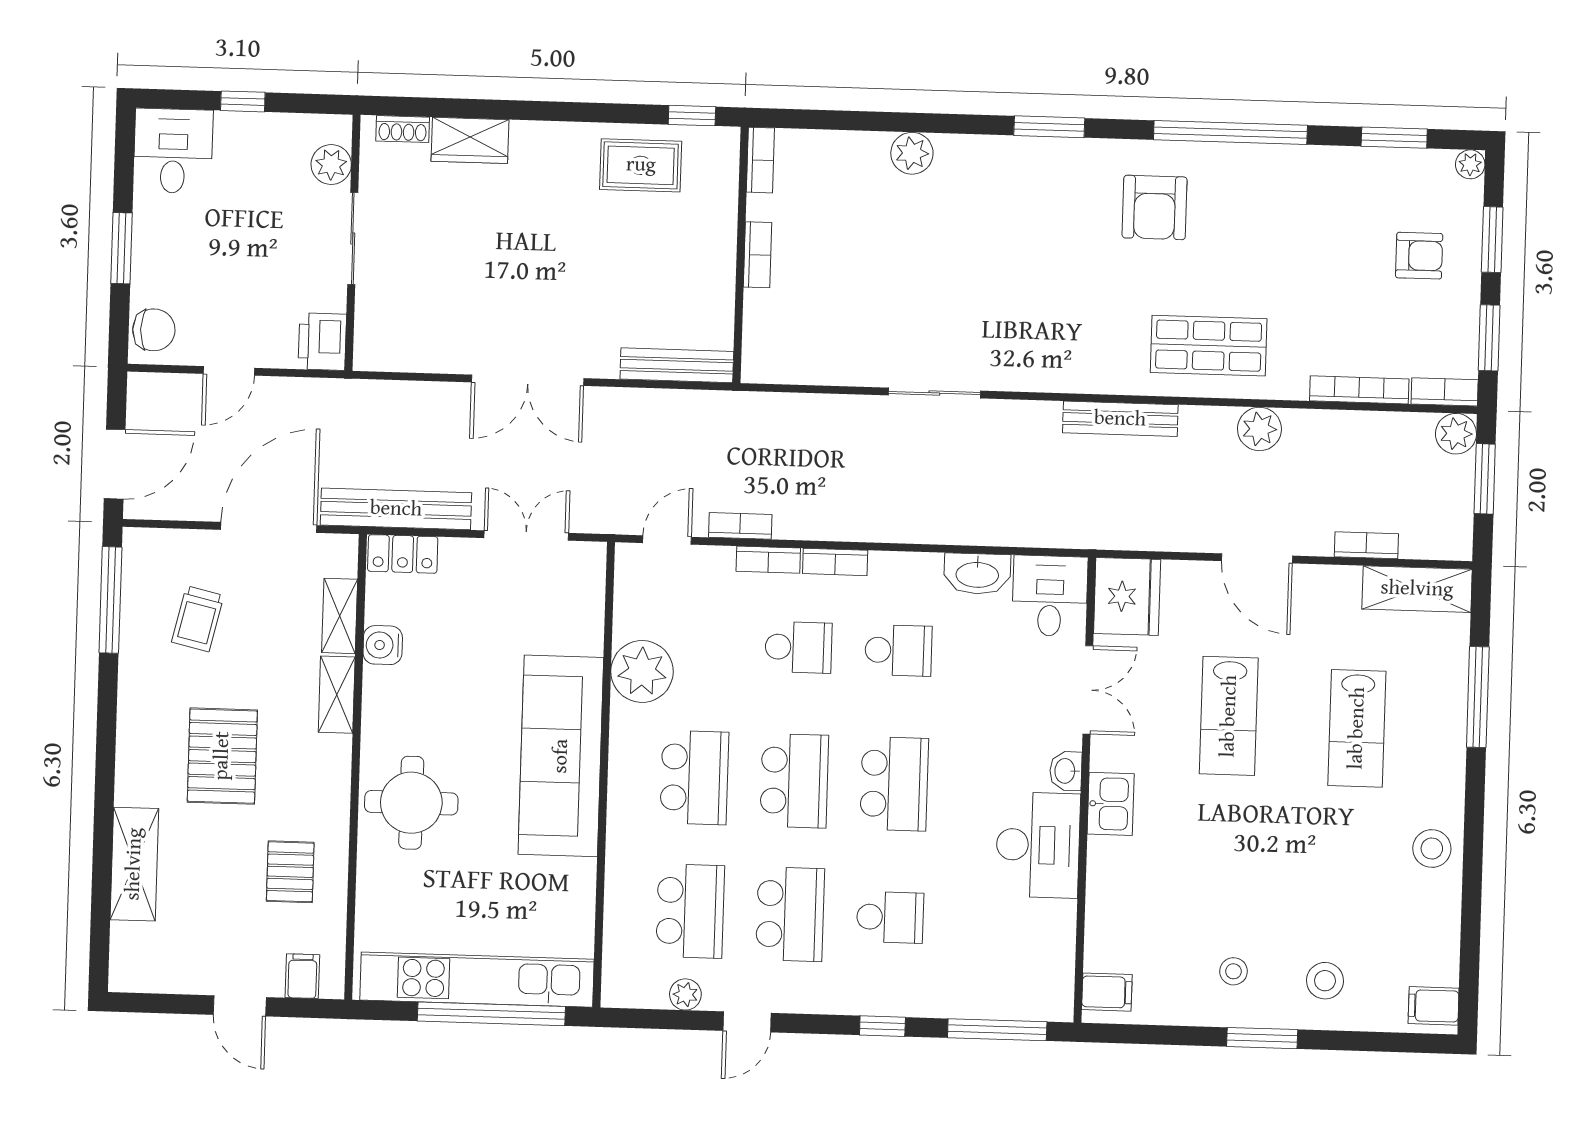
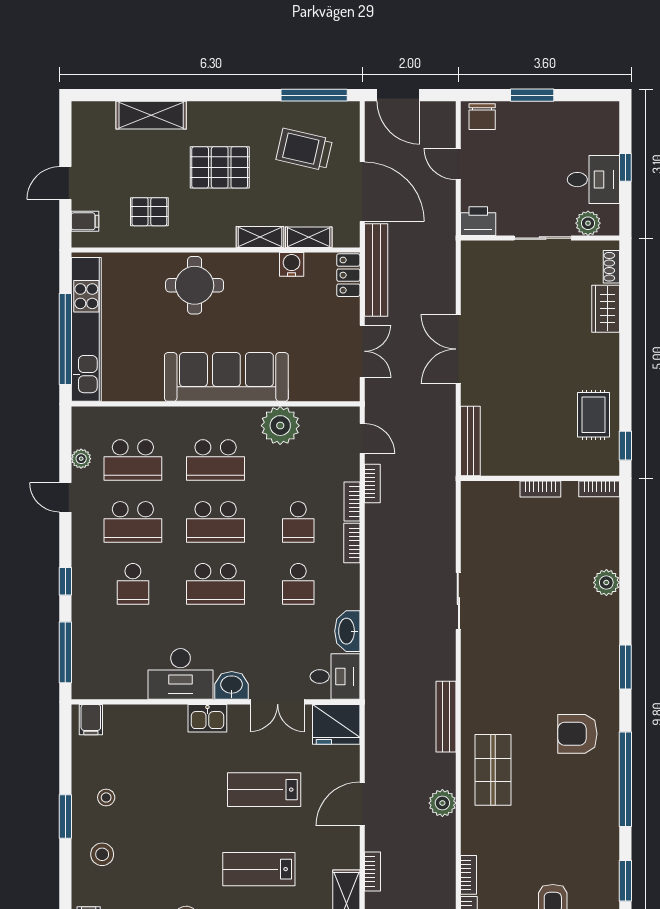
desk: (173, 151) -> (593, 180), moved
bookcase: (1359, 390) -> (469, 875), width x0.64
trolley: (198, 619) -> (304, 149), width x1.36, depth x1.39
washbasin: (1066, 771) -> (232, 685), width x1.38, depth x1.45

